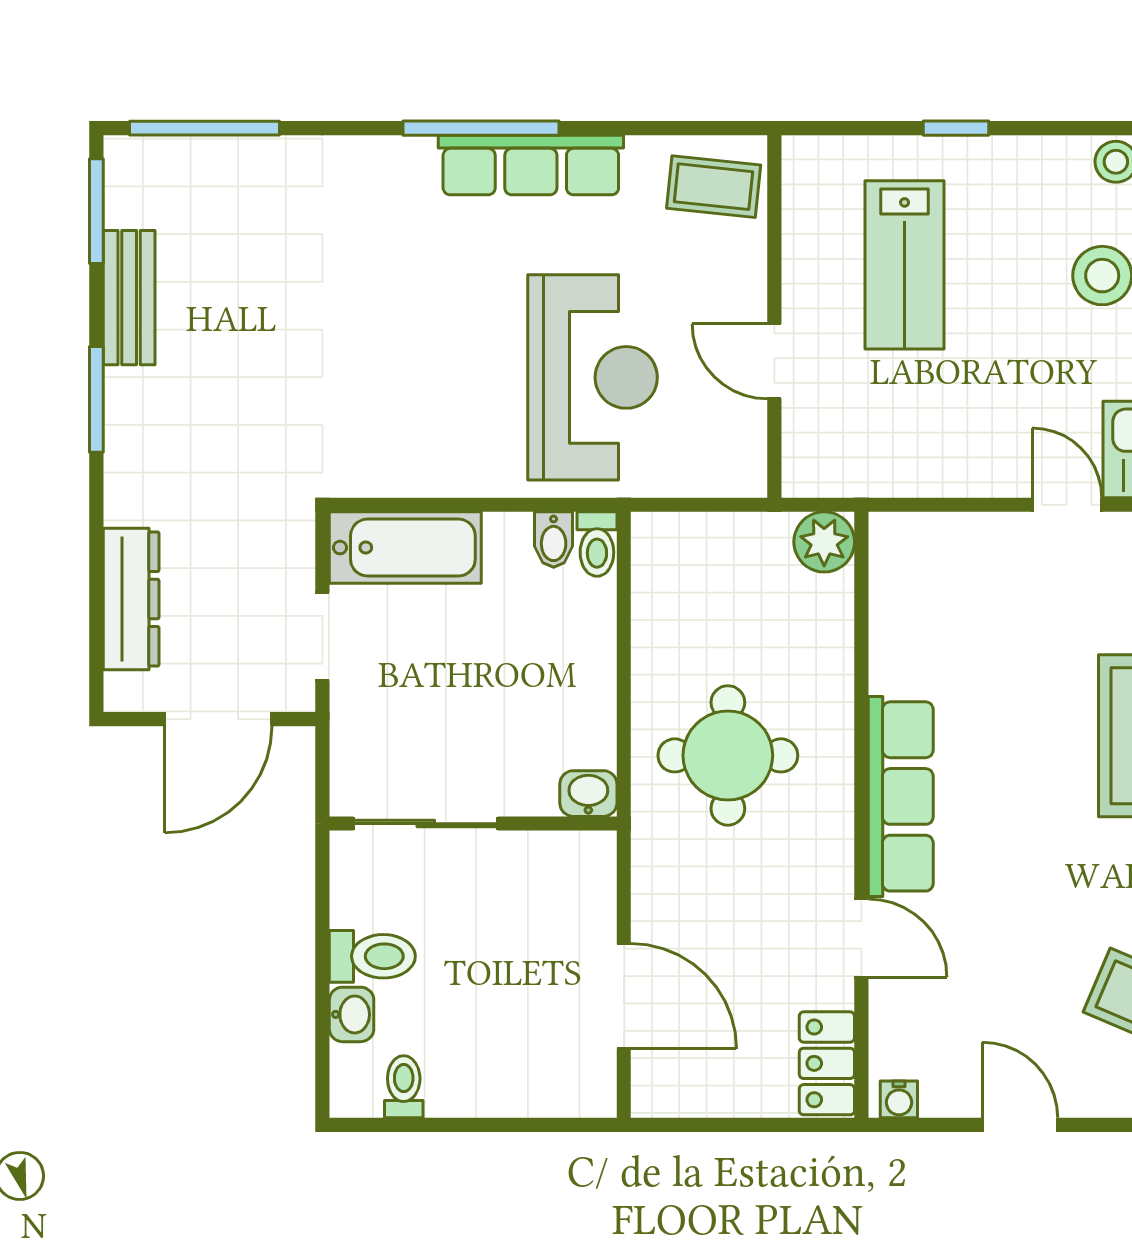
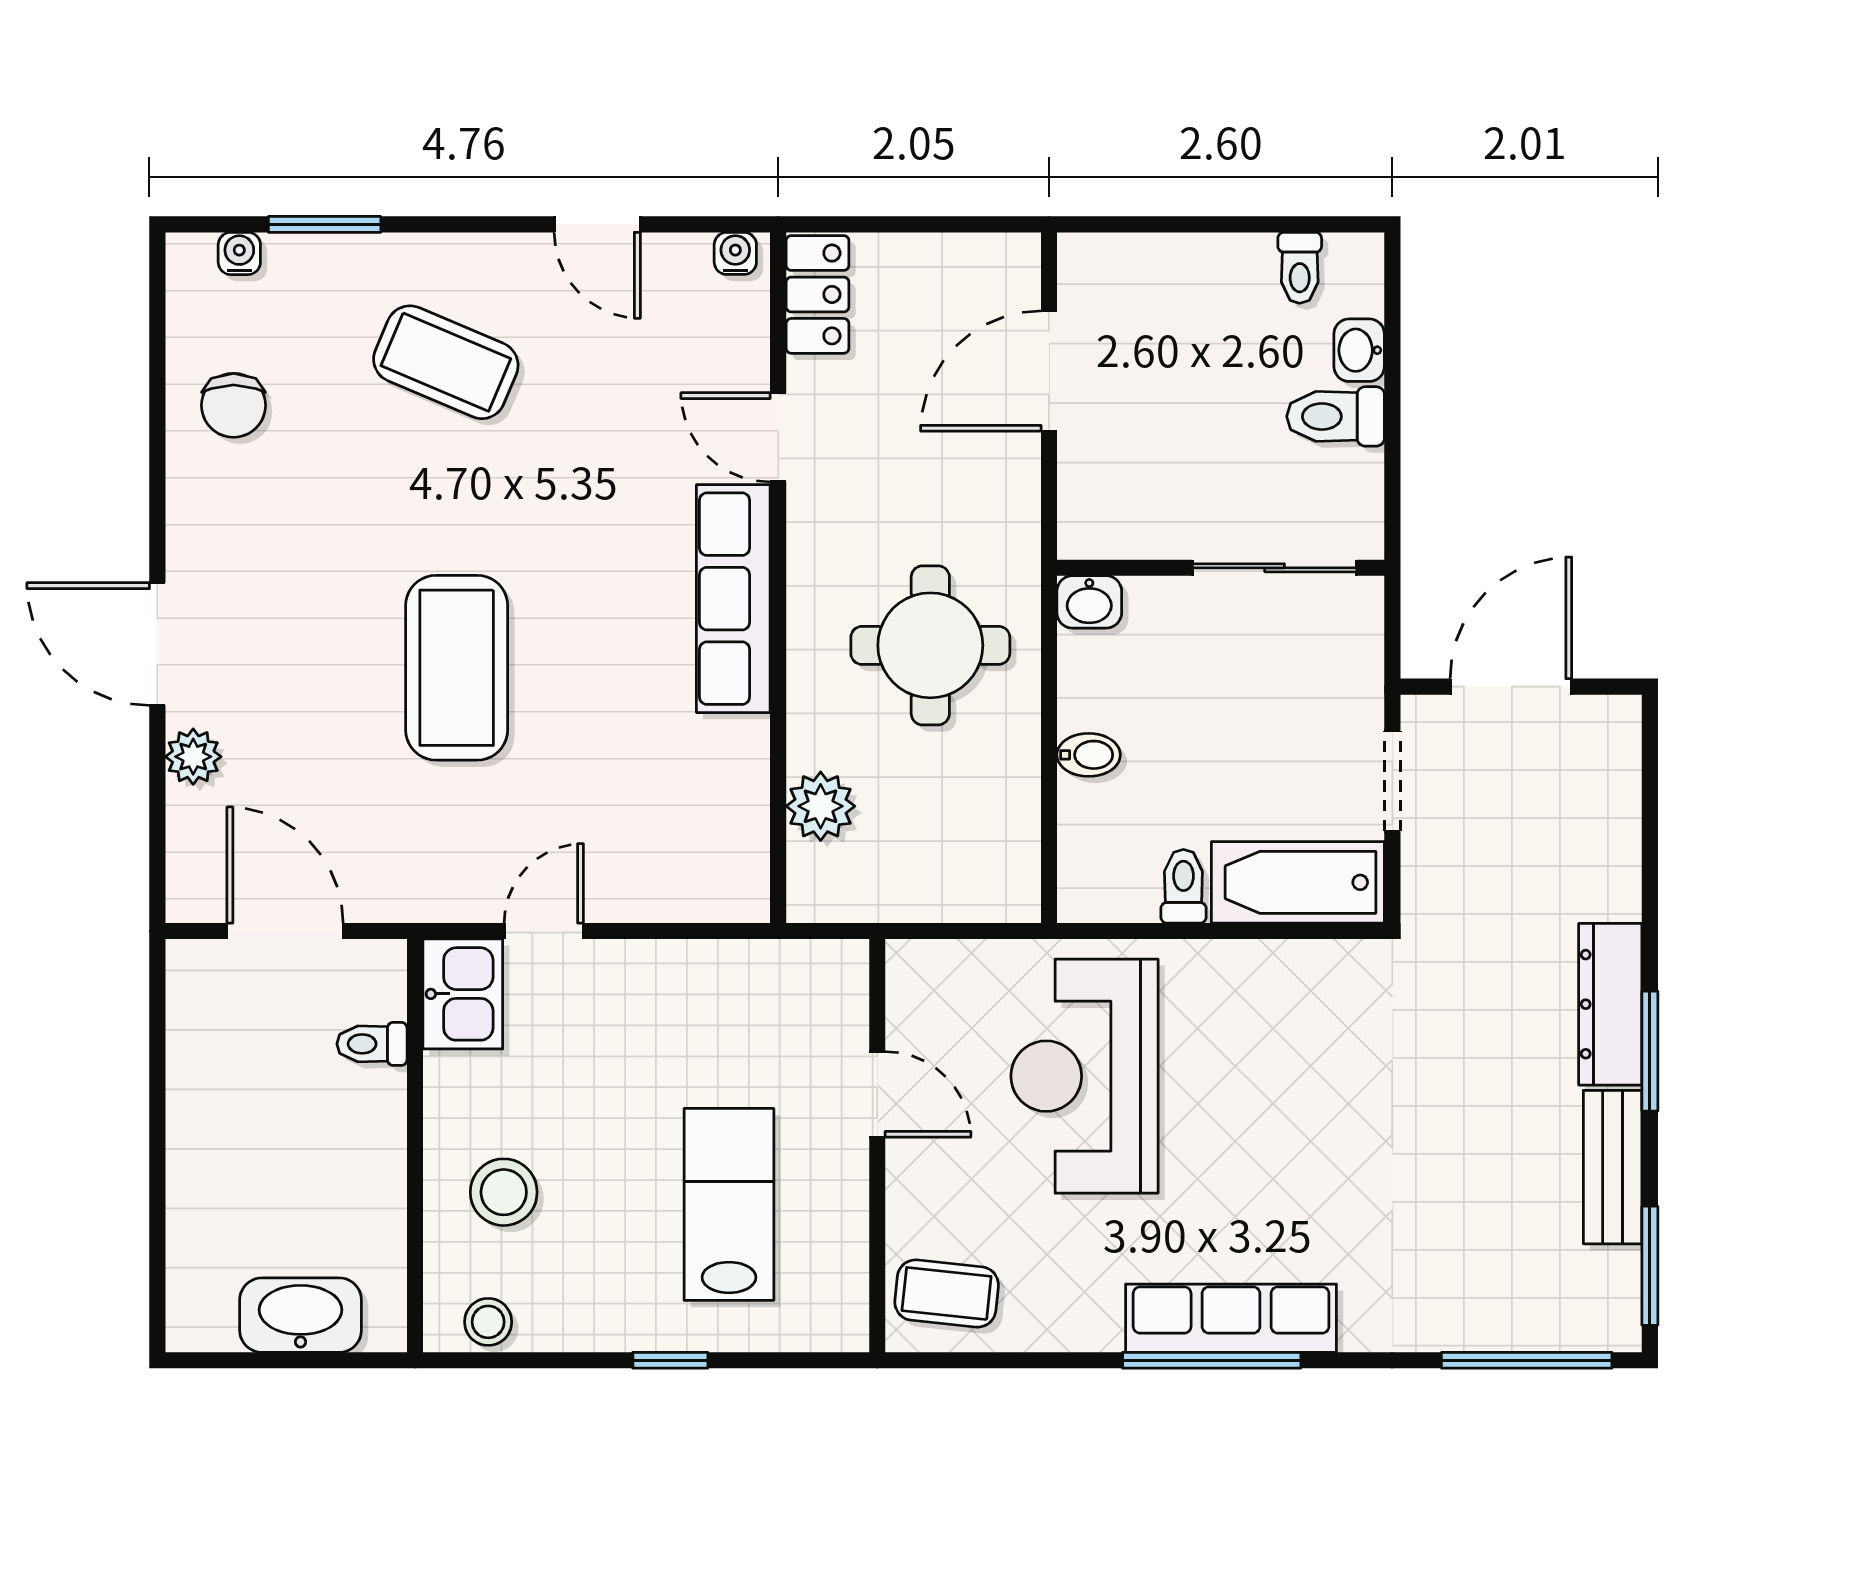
row of seats: (531, 165) -> (1231, 1318), moved
door: (1067, 505) -> (544, 931), swing flipped
bidet: (554, 540) -> (1089, 755), moved, turned 90
plant: (824, 542) -> (821, 806), moved
toilet: (597, 544) -> (1183, 886), moved
dresser: (131, 599) -> (1610, 1004), moved
door: (624, 996) -> (1049, 371), hinge flipped

